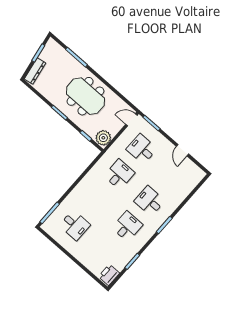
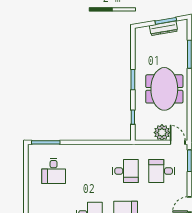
dresser: (35, 71) -> (163, 28), moved
plant: (103, 138) -> (162, 133), moved
desk: (142, 149) -> (162, 171), turned -90

